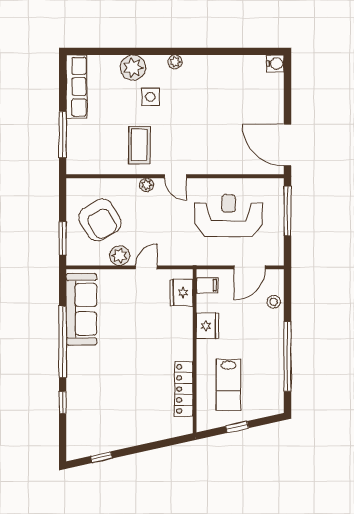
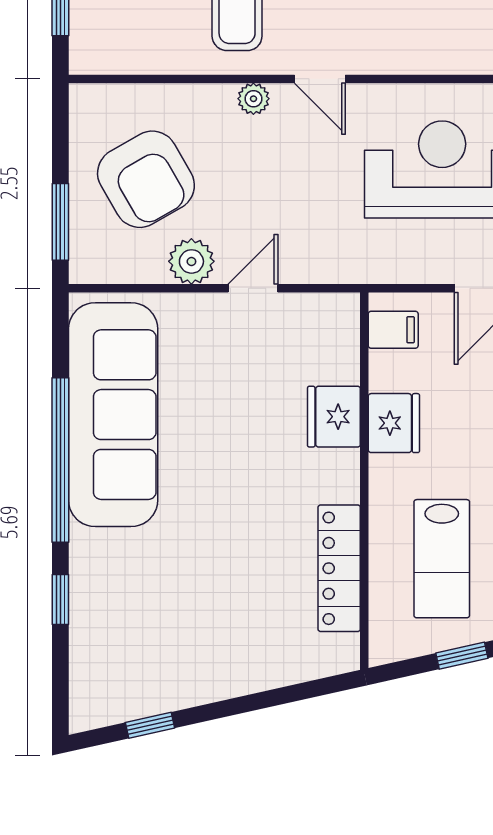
fridge: (181, 293) -> (334, 417), moved
sofa: (81, 309) -> (113, 415), width x1.36, depth x1.27

